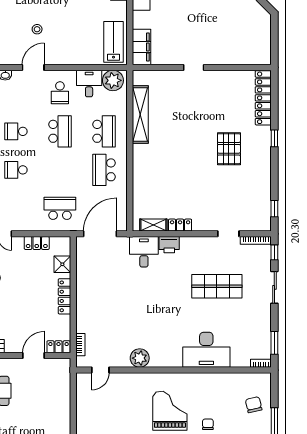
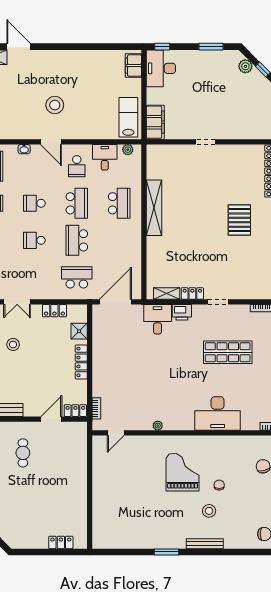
stool: (37, 29) -> (55, 105), width x1.89, depth x1.89
door: (33, 67) -> (51, 142), swing flipped
plant: (113, 80) -> (128, 150), width x0.53, depth x0.53
shelving: (140, 114) -> (154, 208), moved
school desk: (104, 170) -> (77, 240), moved
doorway: (228, 234) -> (218, 302), moved
plant: (140, 358) -> (158, 426), width x0.53, depth x0.53

